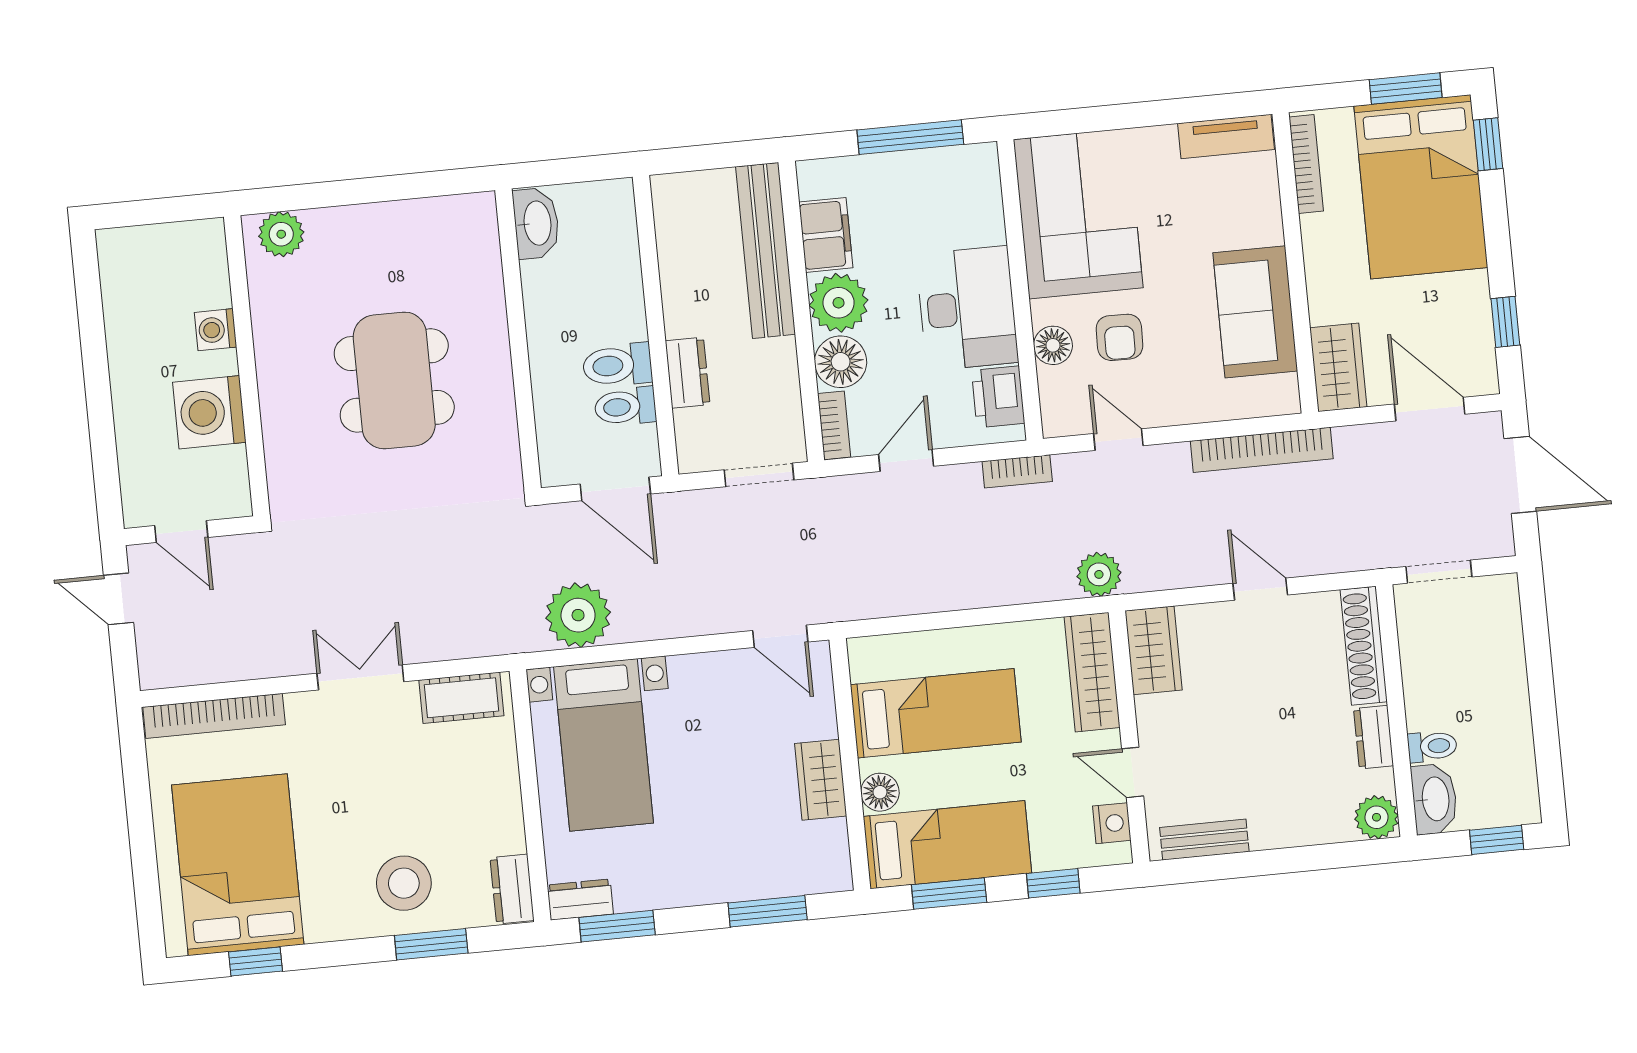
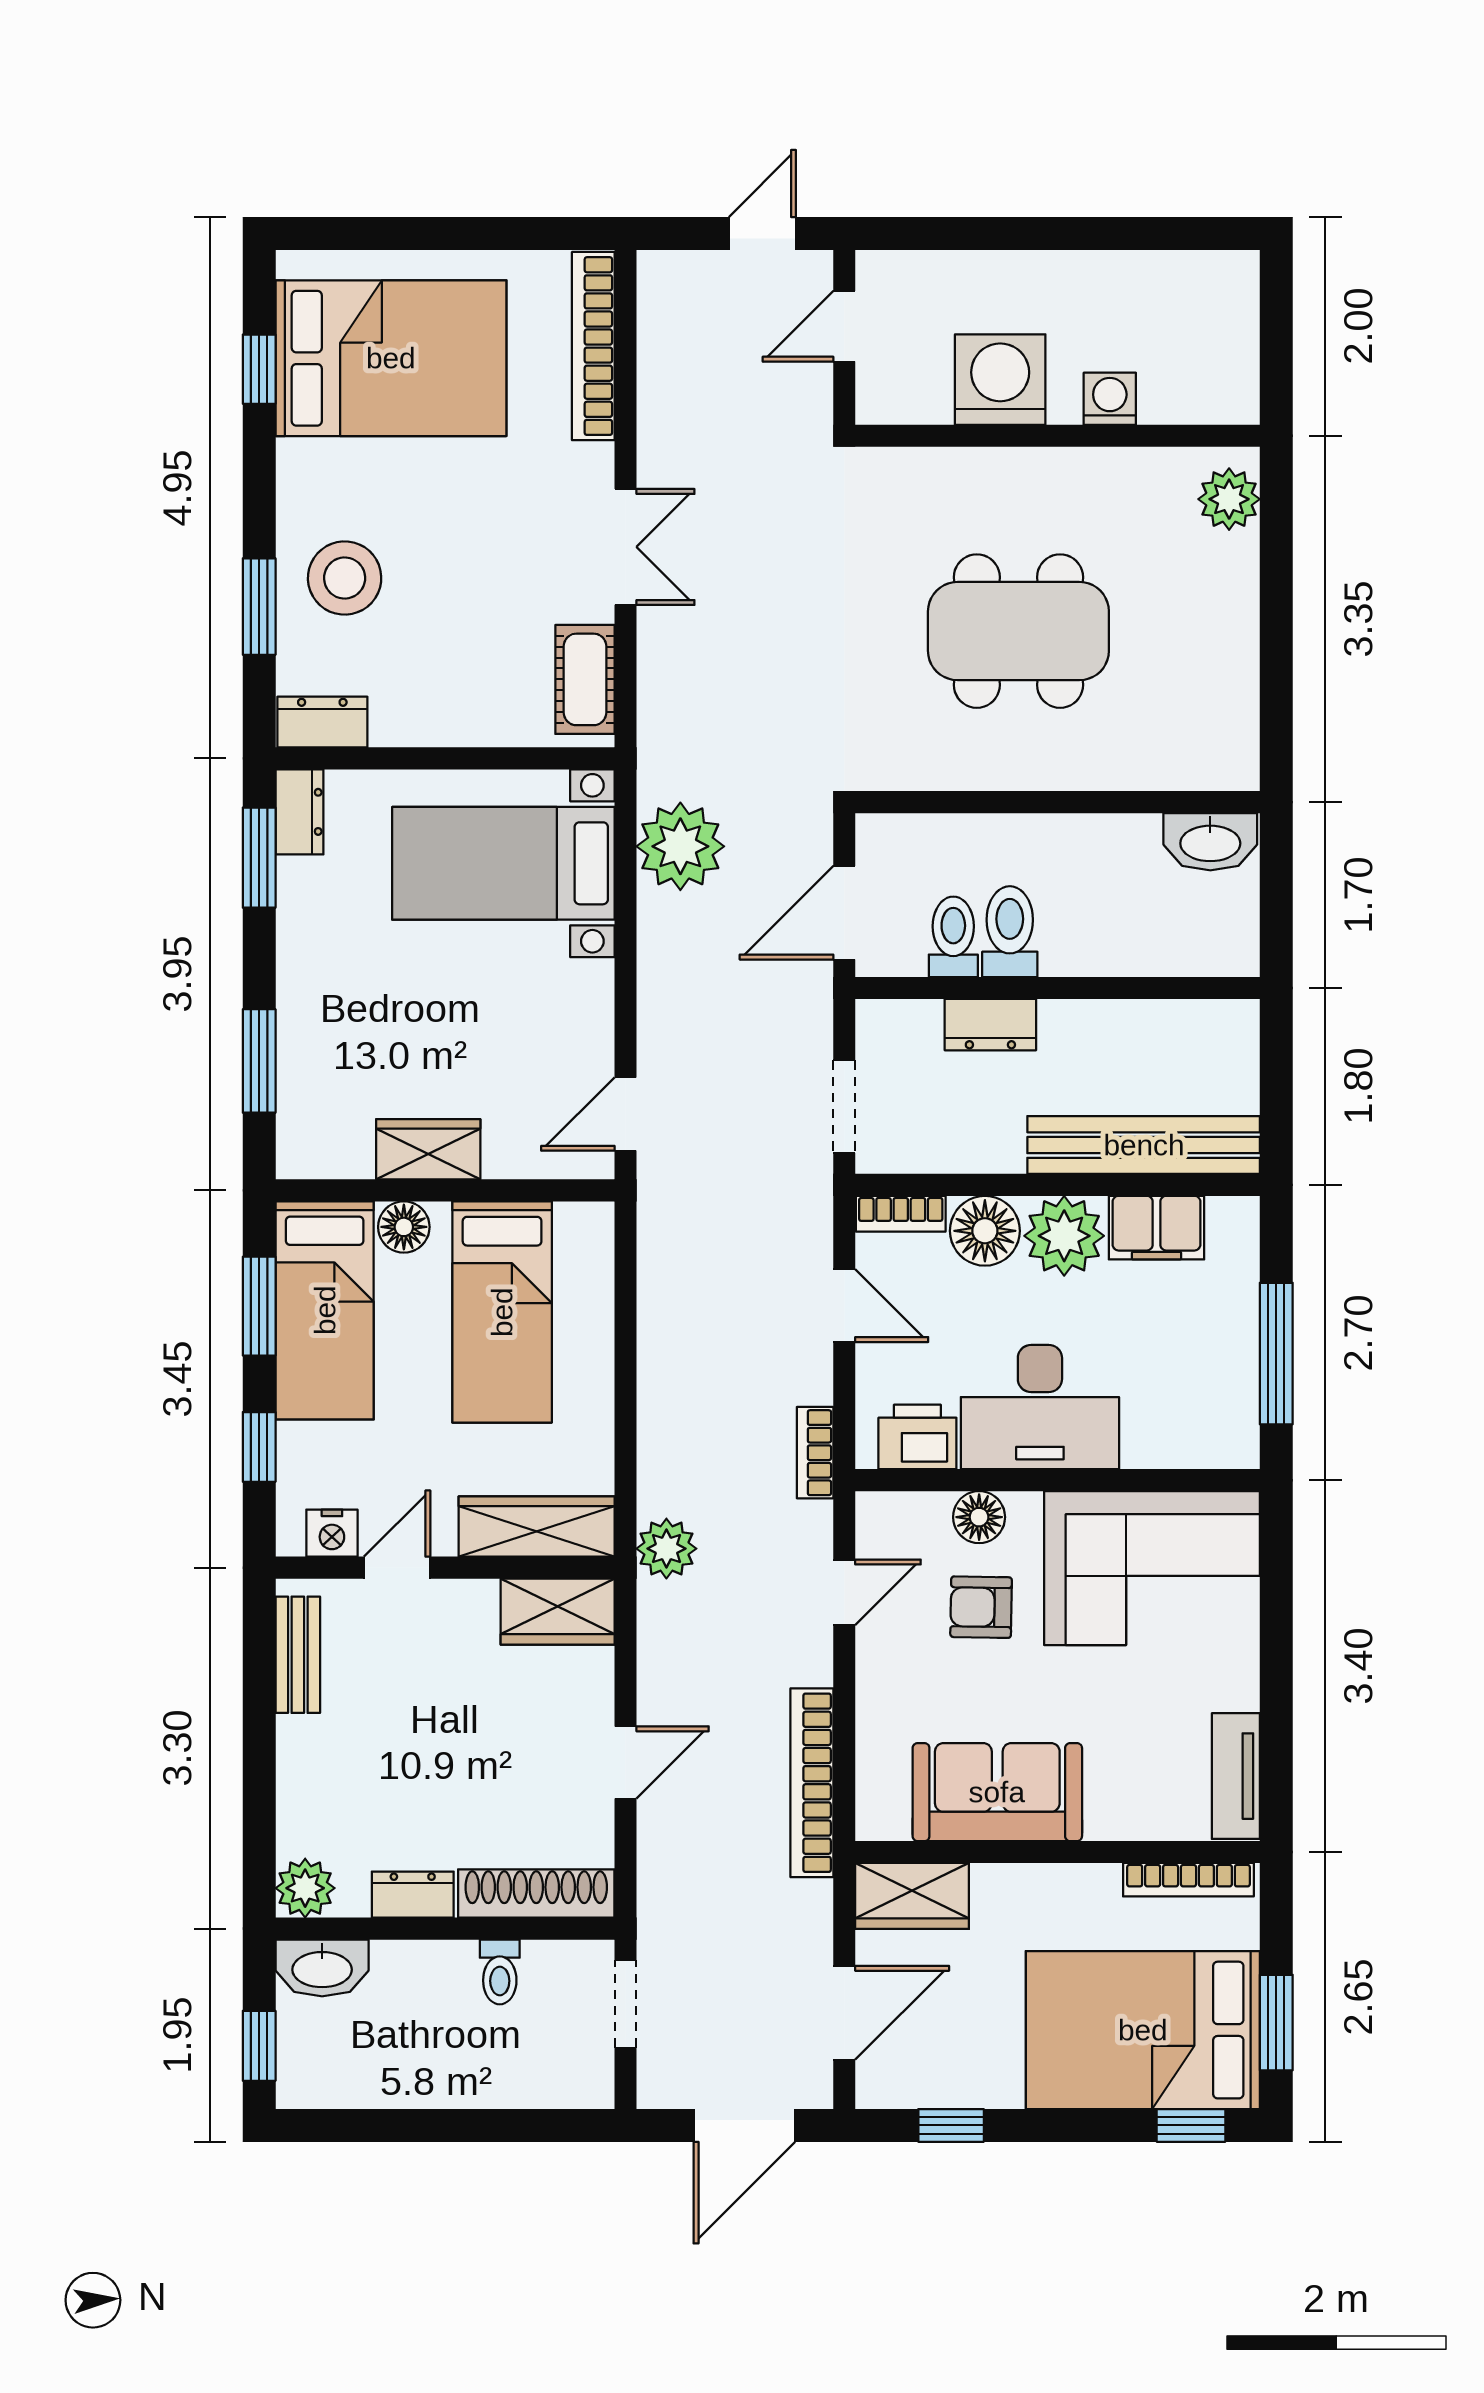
toilet: (1432, 746) -> (500, 1972), moved

